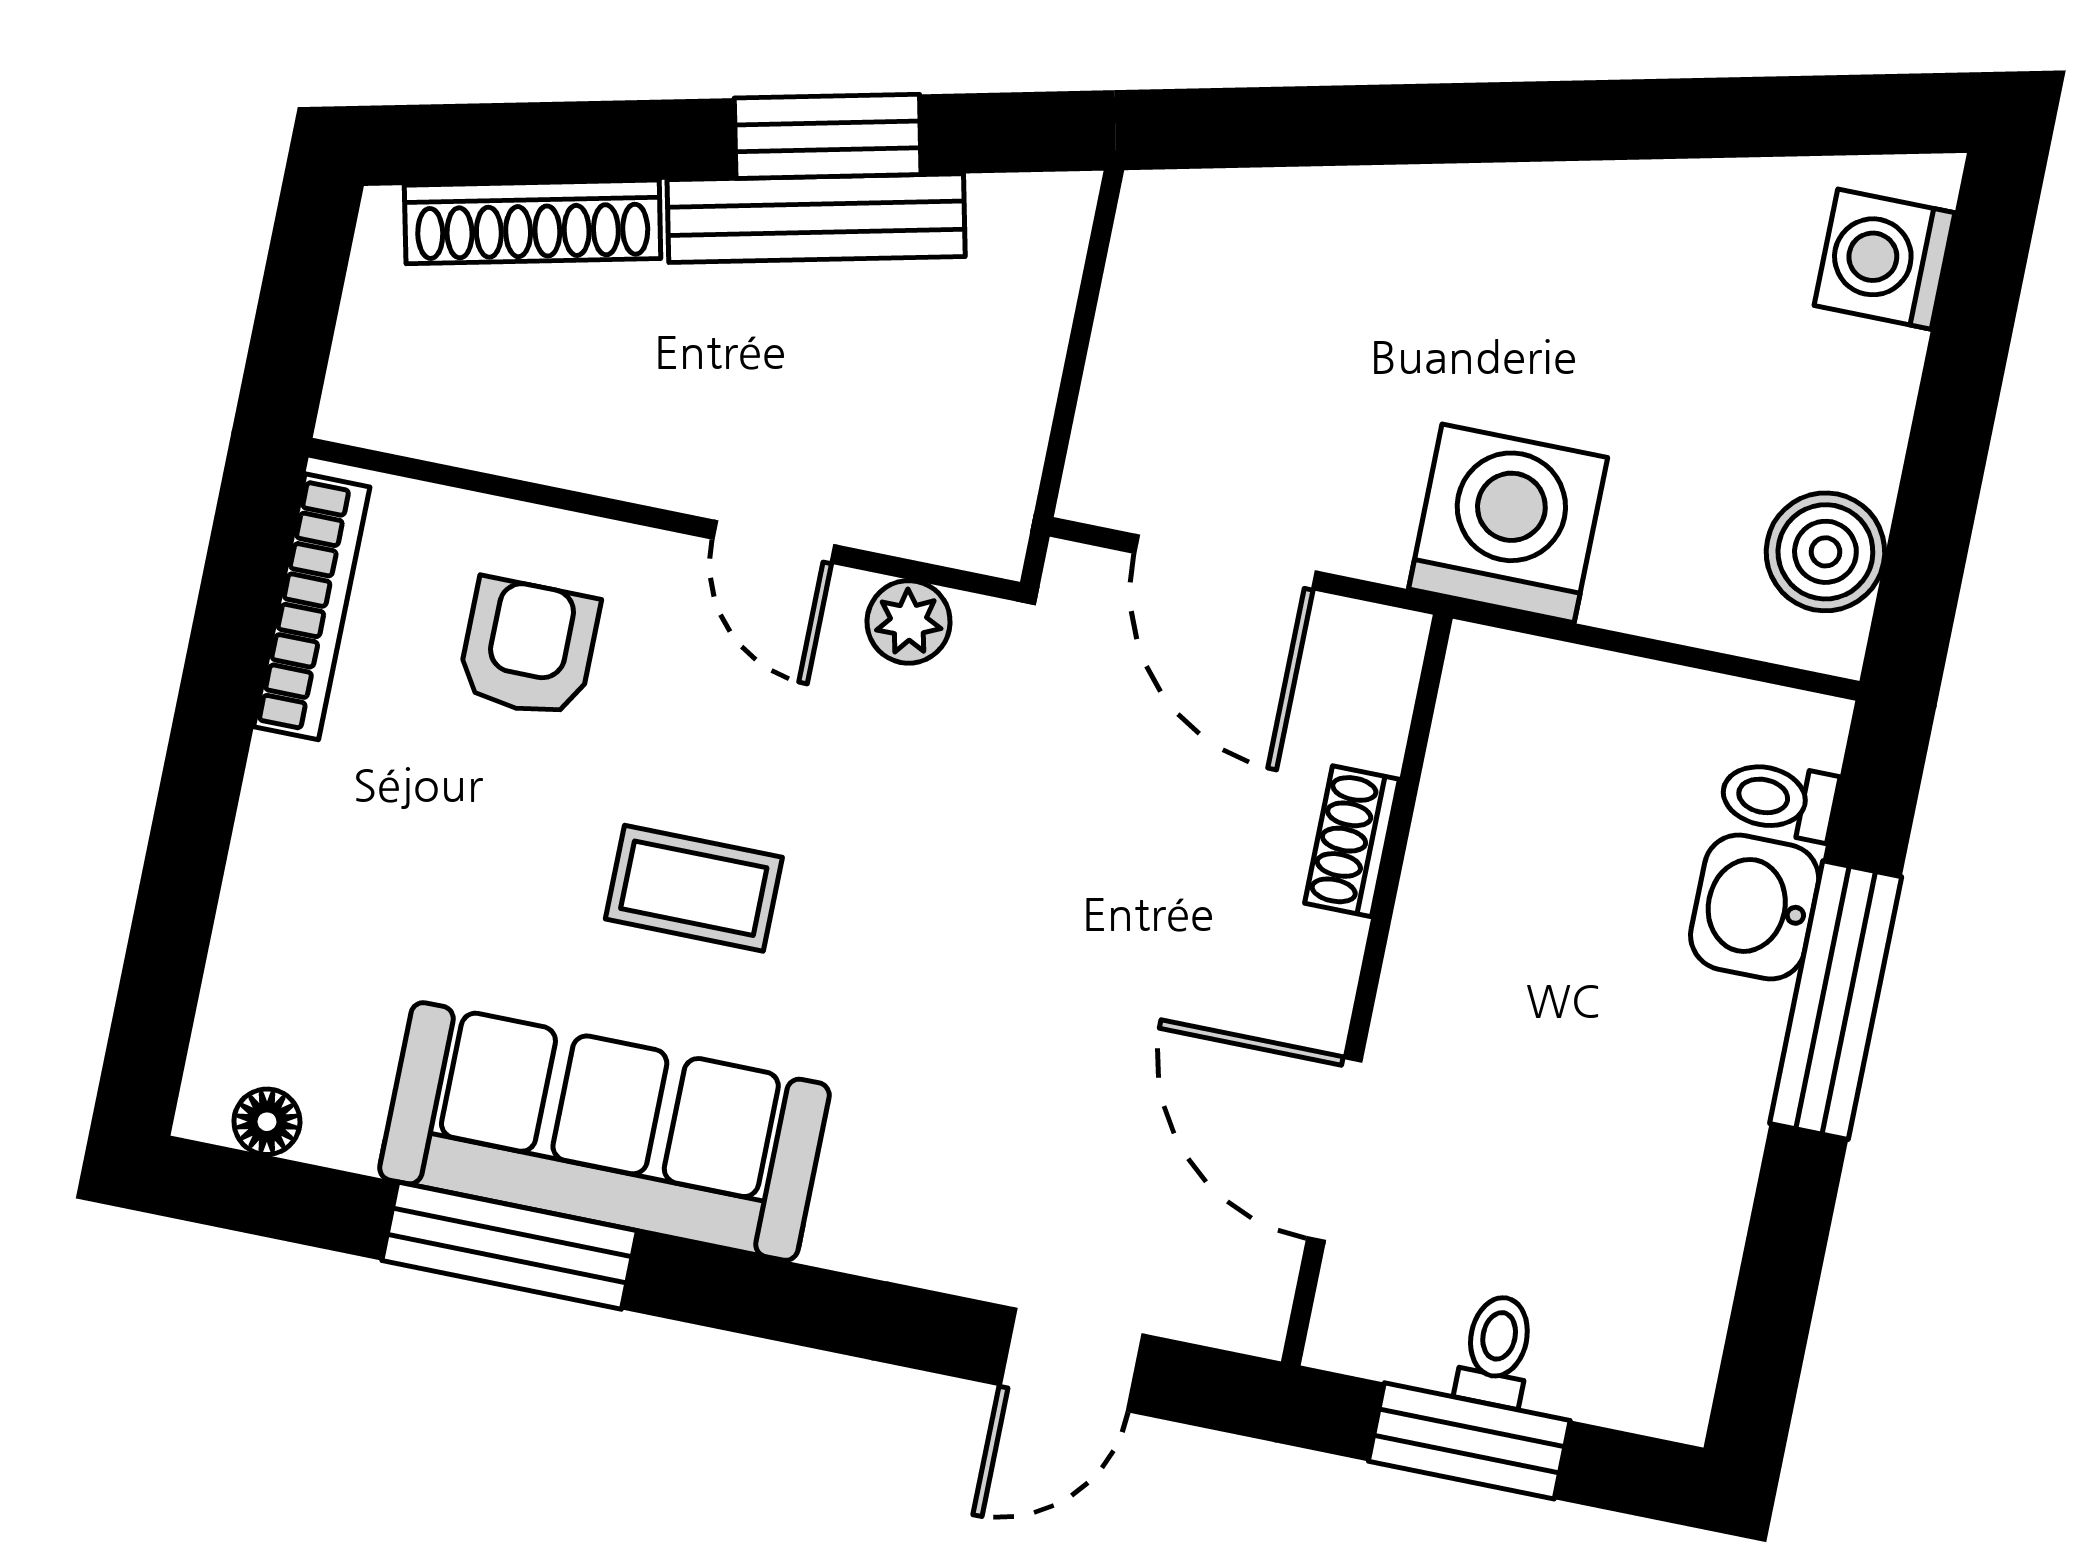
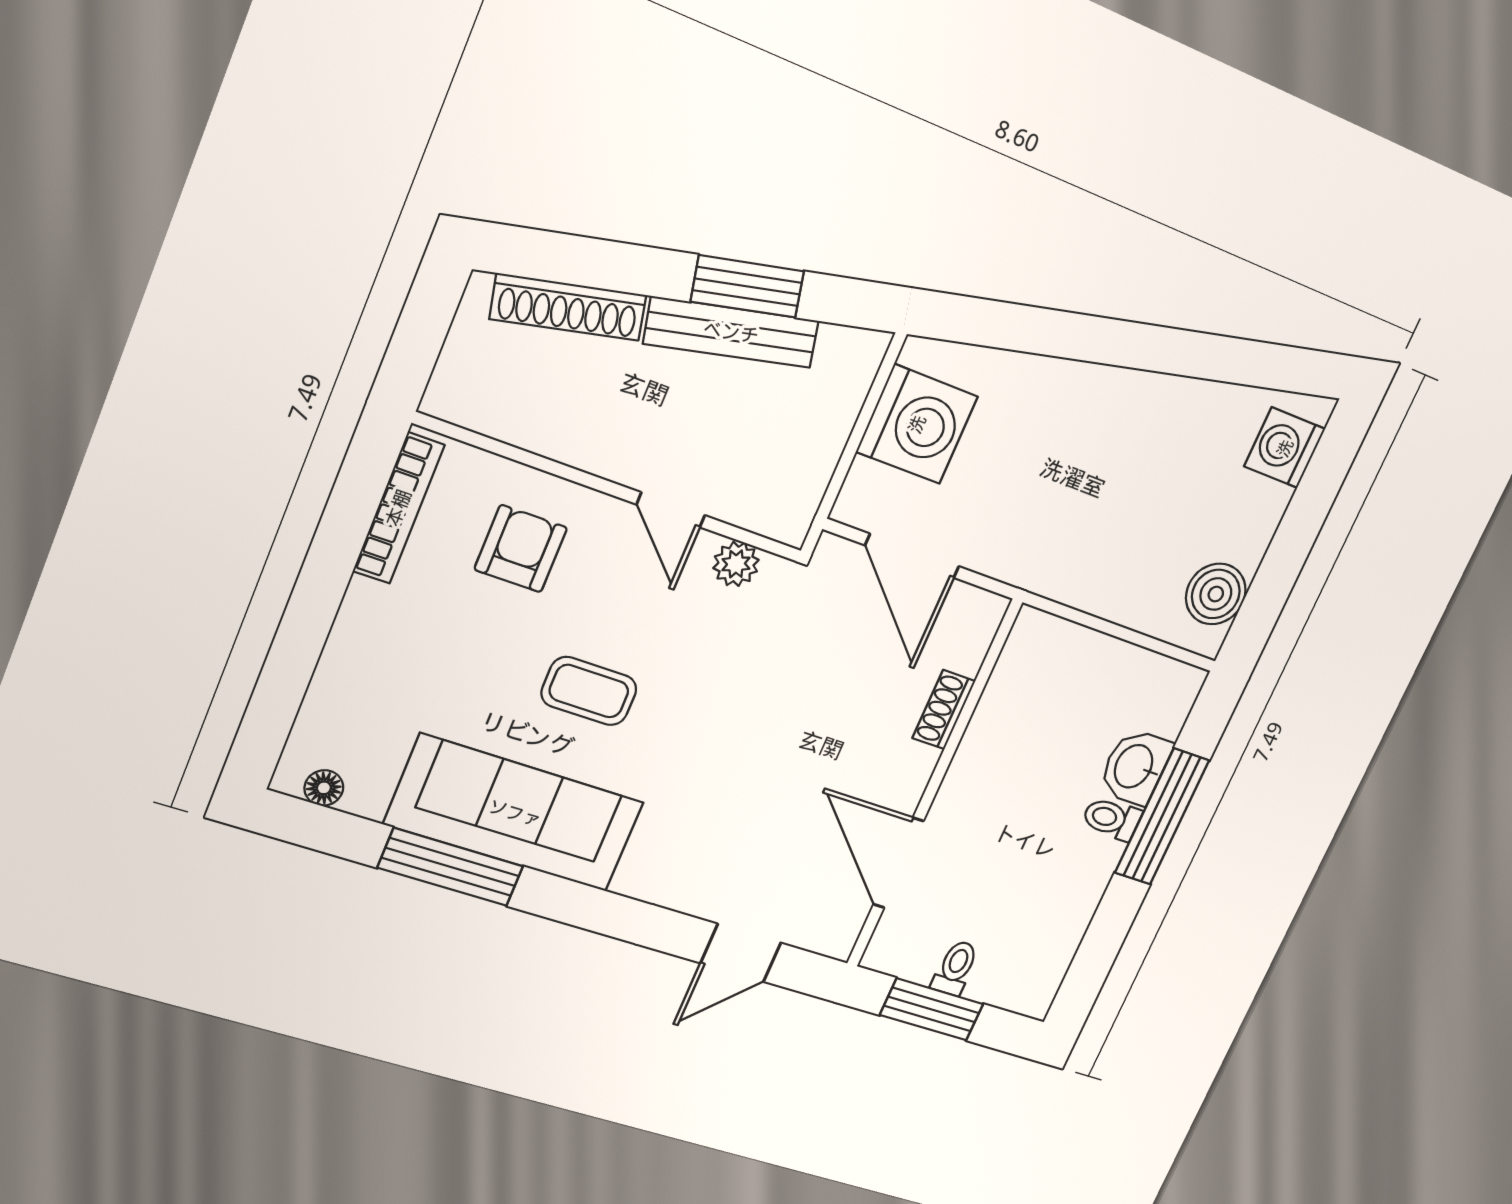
washing machine: (1508, 523) -> (917, 424), moved, turned 90
toilet: (1779, 799) -> (1112, 819), moved

